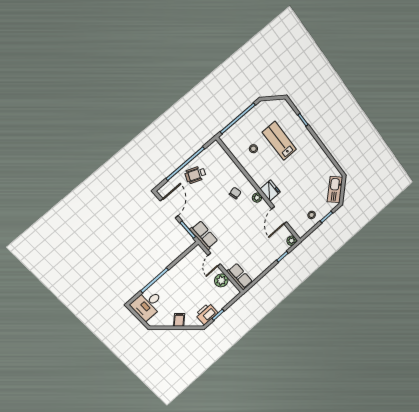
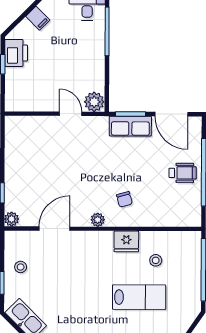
wheelchair: (195, 175) -> (183, 173), turned 68
fridge: (270, 191) -> (126, 241), moved
door: (279, 215) -> (54, 229), hinge flipped
row of seats: (204, 235) -> (130, 126), moved
row of seats: (240, 276) -> (25, 125), removed
plant: (221, 280) -> (94, 102), moved

